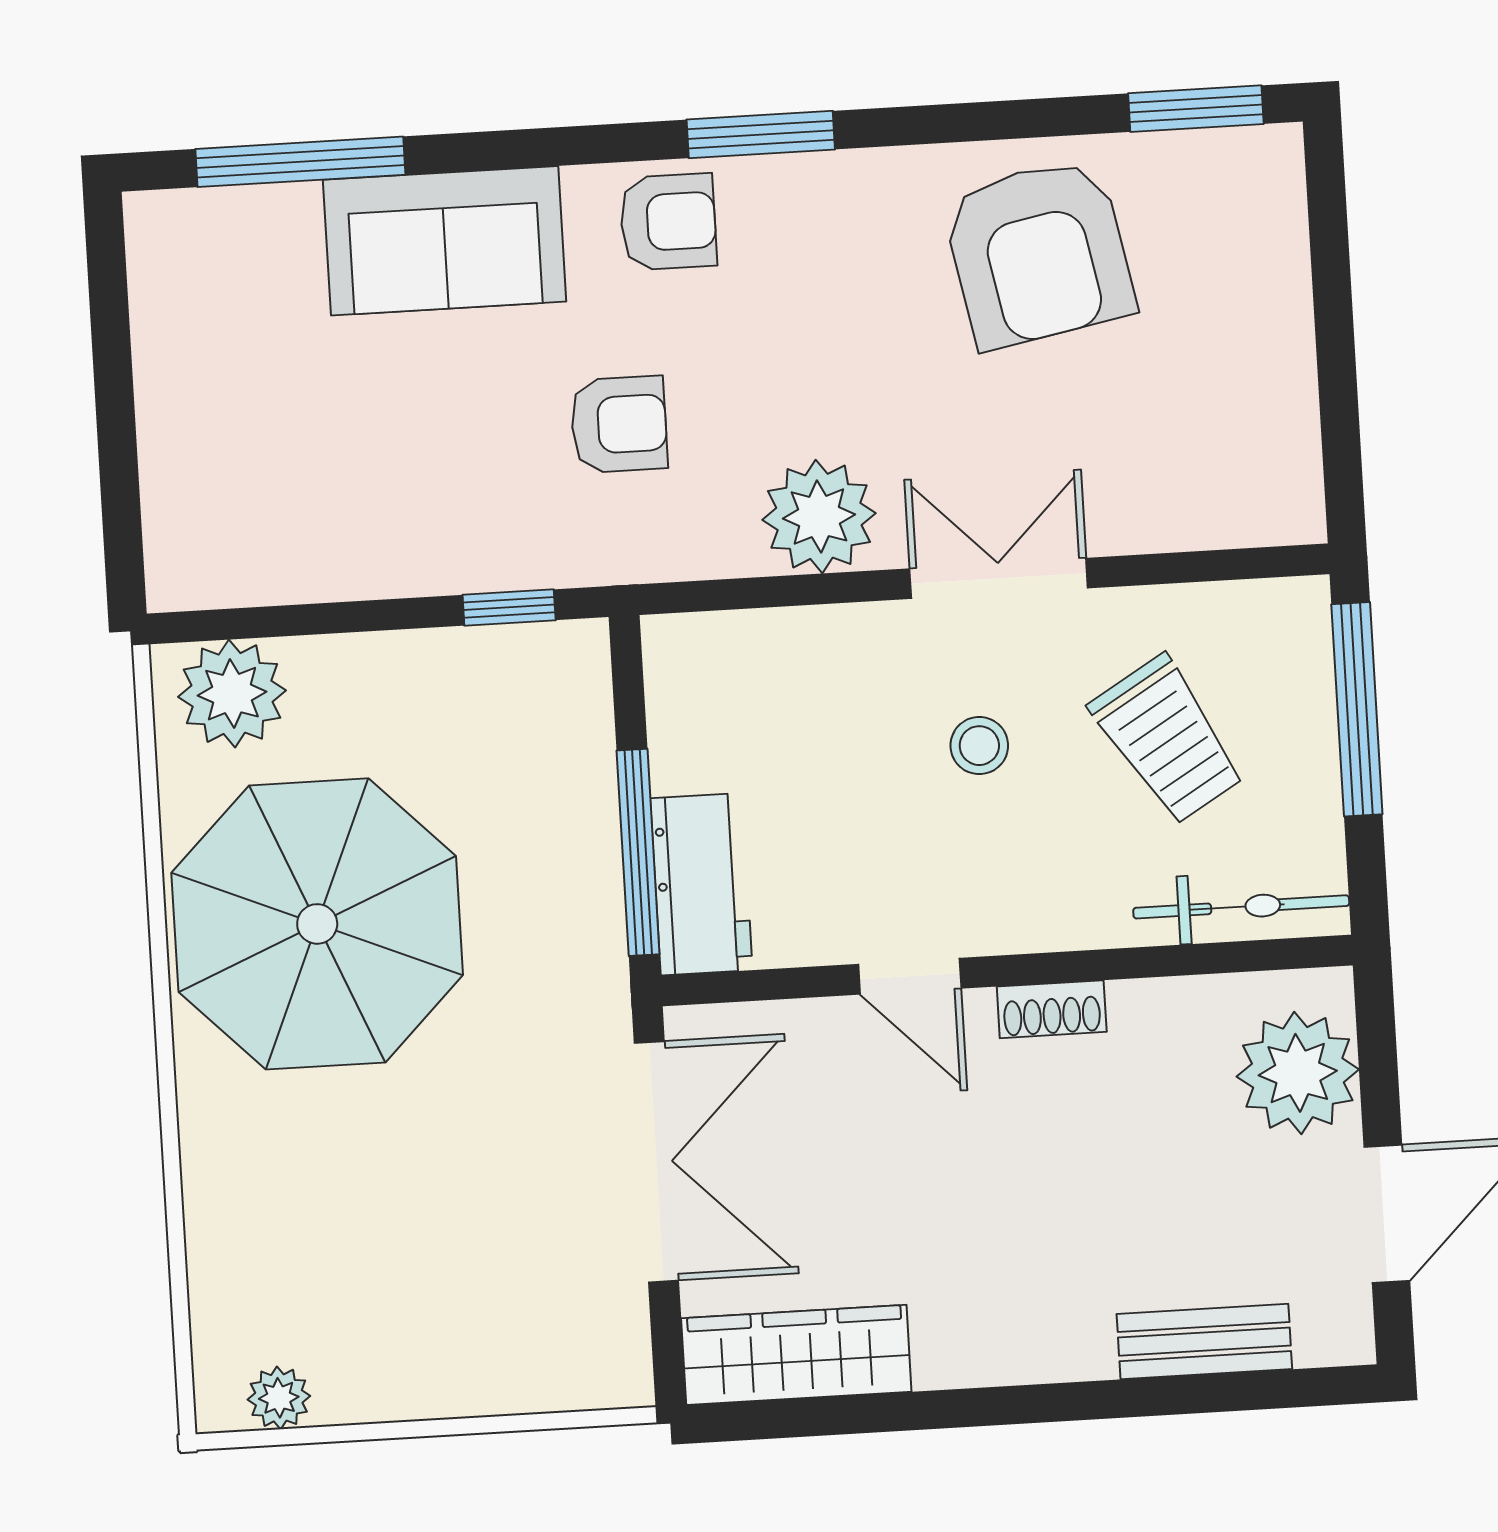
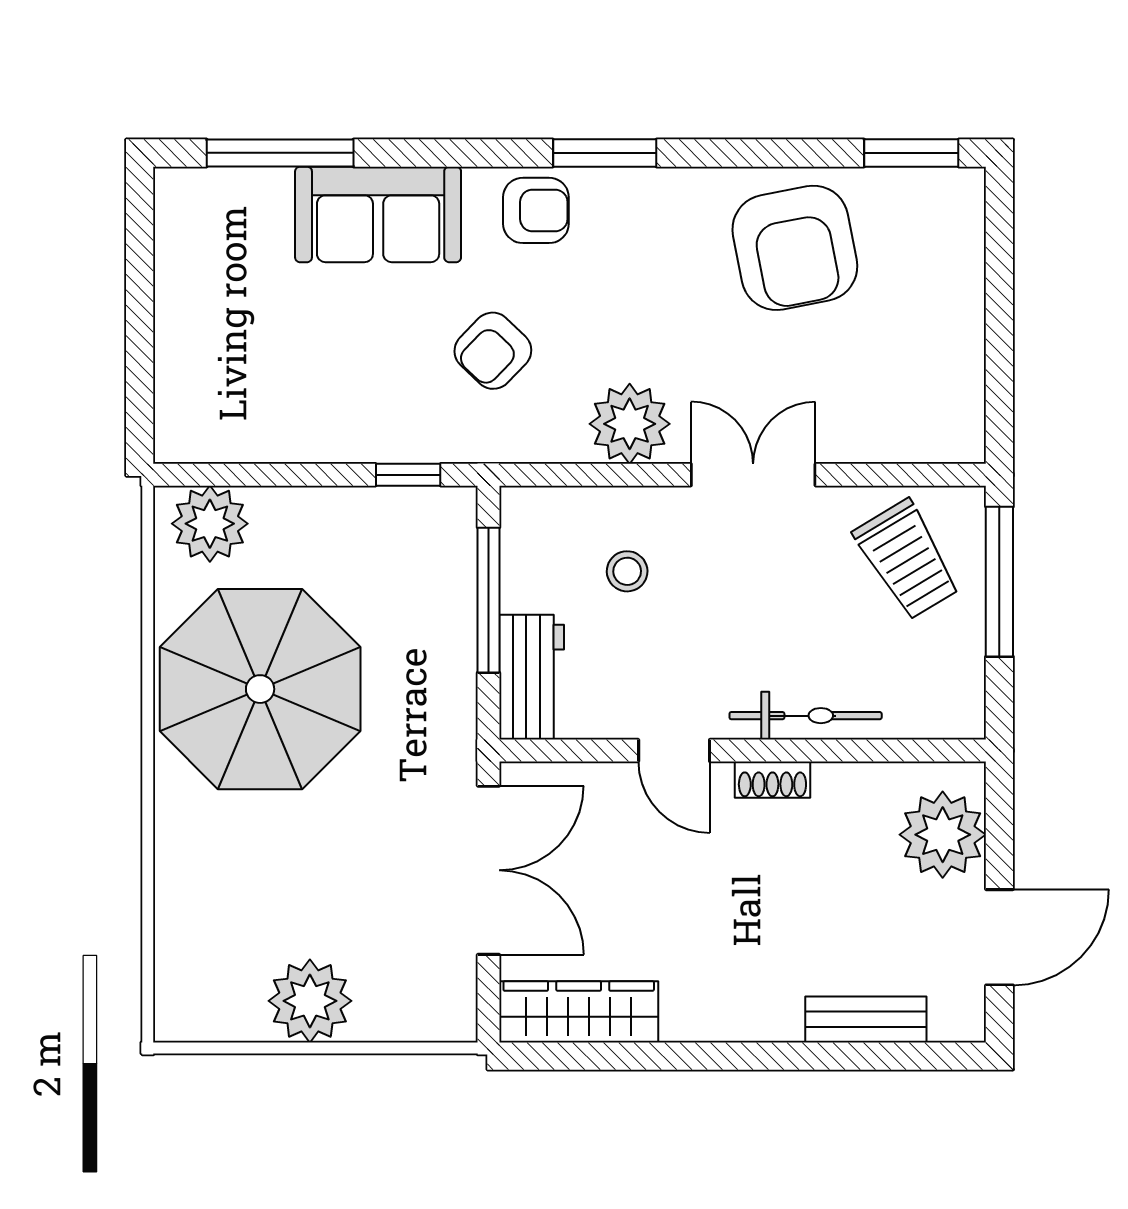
armchair: (619, 424) -> (493, 351), turned 134
trolley: (1168, 740) -> (907, 560), moved
stool: (979, 746) -> (627, 571), moved
window: (638, 852) -> (488, 600), moved
bicycle: (1241, 907) -> (806, 716), moved
plant: (279, 1398) -> (310, 1001), moved, width x1.88, depth x1.88

